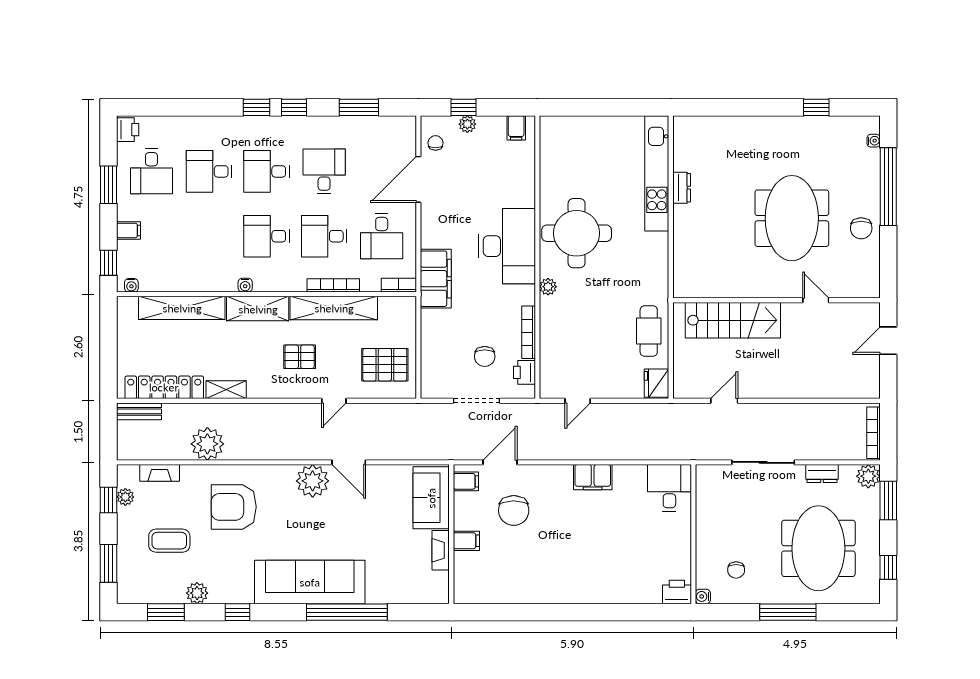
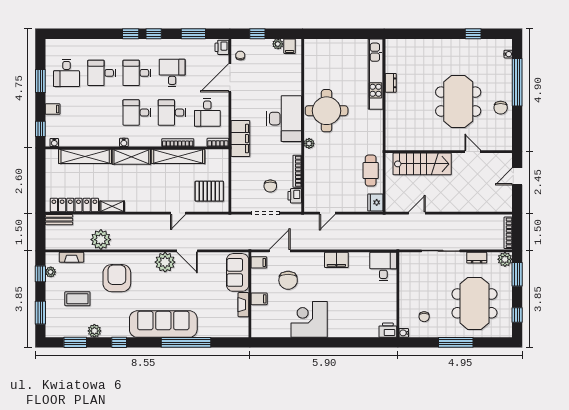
plant: (467, 124) -> (278, 44), moved
printer: (128, 130) -> (222, 47), moved, turned 180
pallet: (300, 357) -> (157, 186), removed
armchair: (234, 507) -> (117, 278), turned 90
corner desk: (548, 574) -> (309, 319), added

